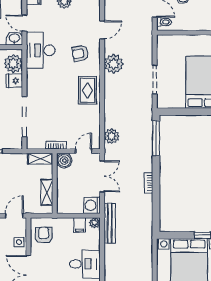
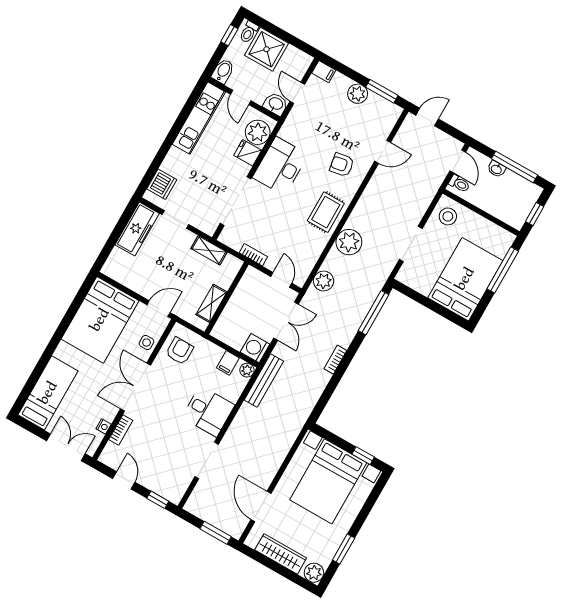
stool: (169, 48) -> (448, 216), added
desk: (41, 50) -> (280, 166), moved
plant: (114, 64) -> (349, 242), moved
door: (84, 151) -> (281, 280), hinge flipped
shelving: (40, 159) -> (209, 250), moved
boiler: (64, 161) -> (253, 278), removed

